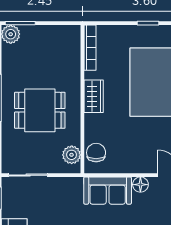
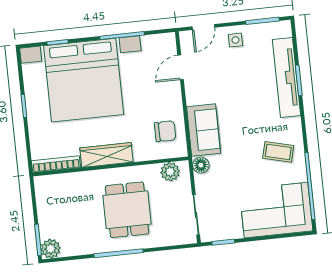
wardrobe: (94, 96) -> (106, 155), width x1.50
chair: (96, 153) -> (165, 131), moved, turned 180
floor lamp: (140, 185) -> (201, 165), moved

